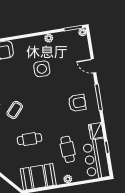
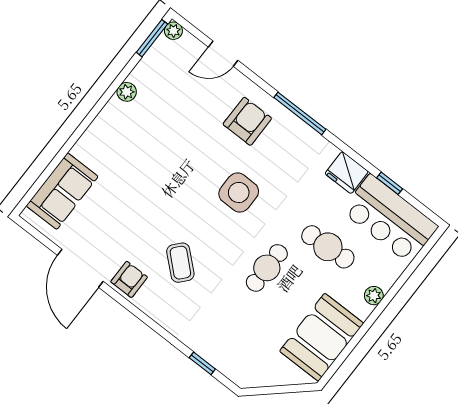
door: (94, 66) -> (223, 54), moved
side table: (42, 69) -> (239, 192), moved
armchair: (77, 103) -> (247, 121), moved
cafe table: (29, 139) -> (267, 268), moved

